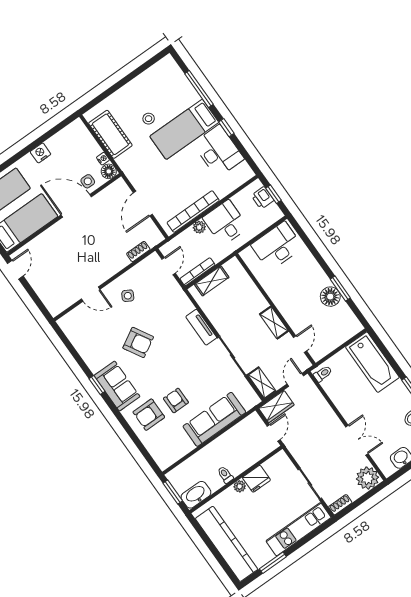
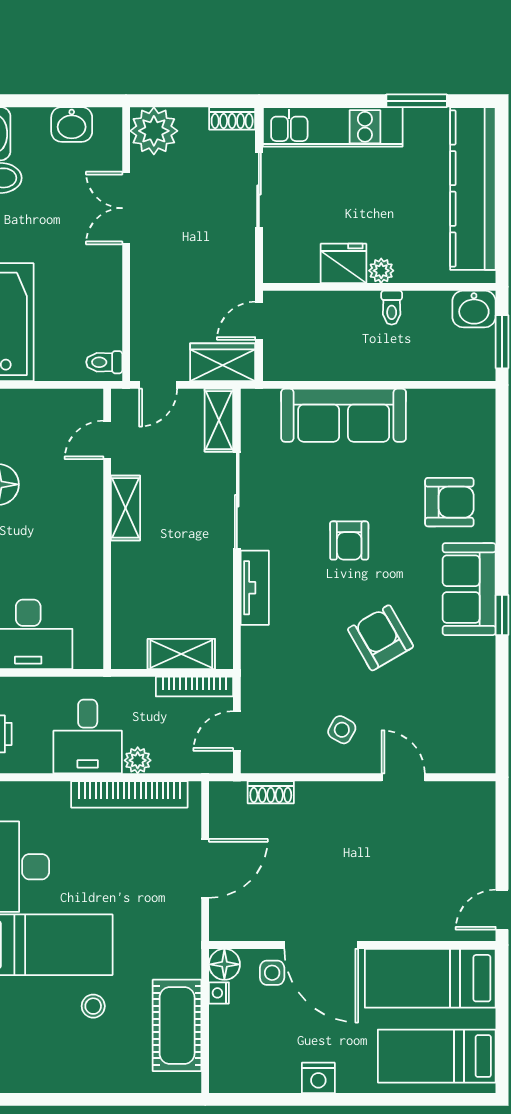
armchair: (176, 400) -> (349, 541), moved
washbasin: (196, 495) -> (474, 309), width x0.72

